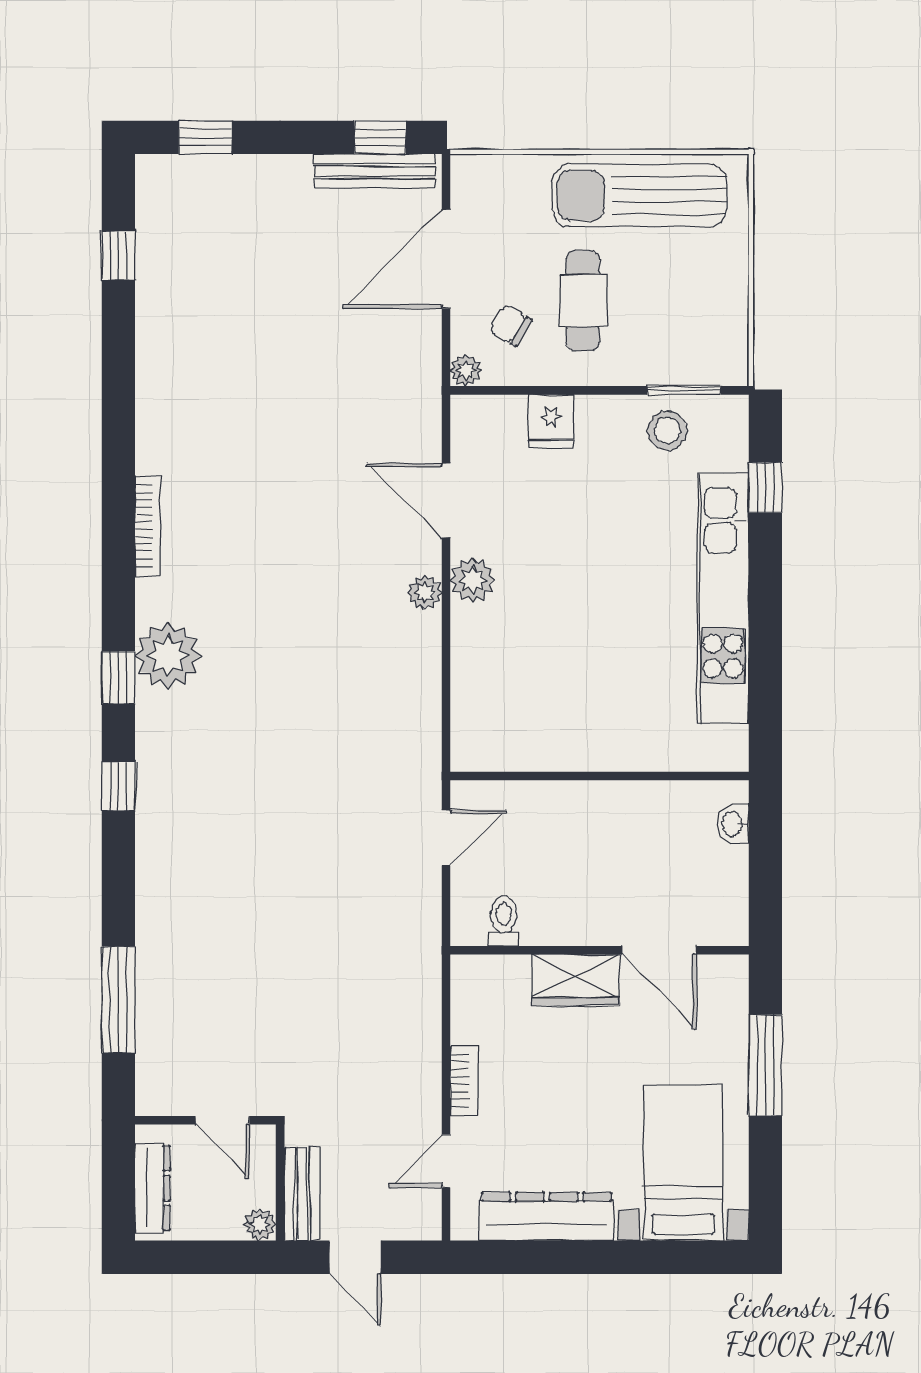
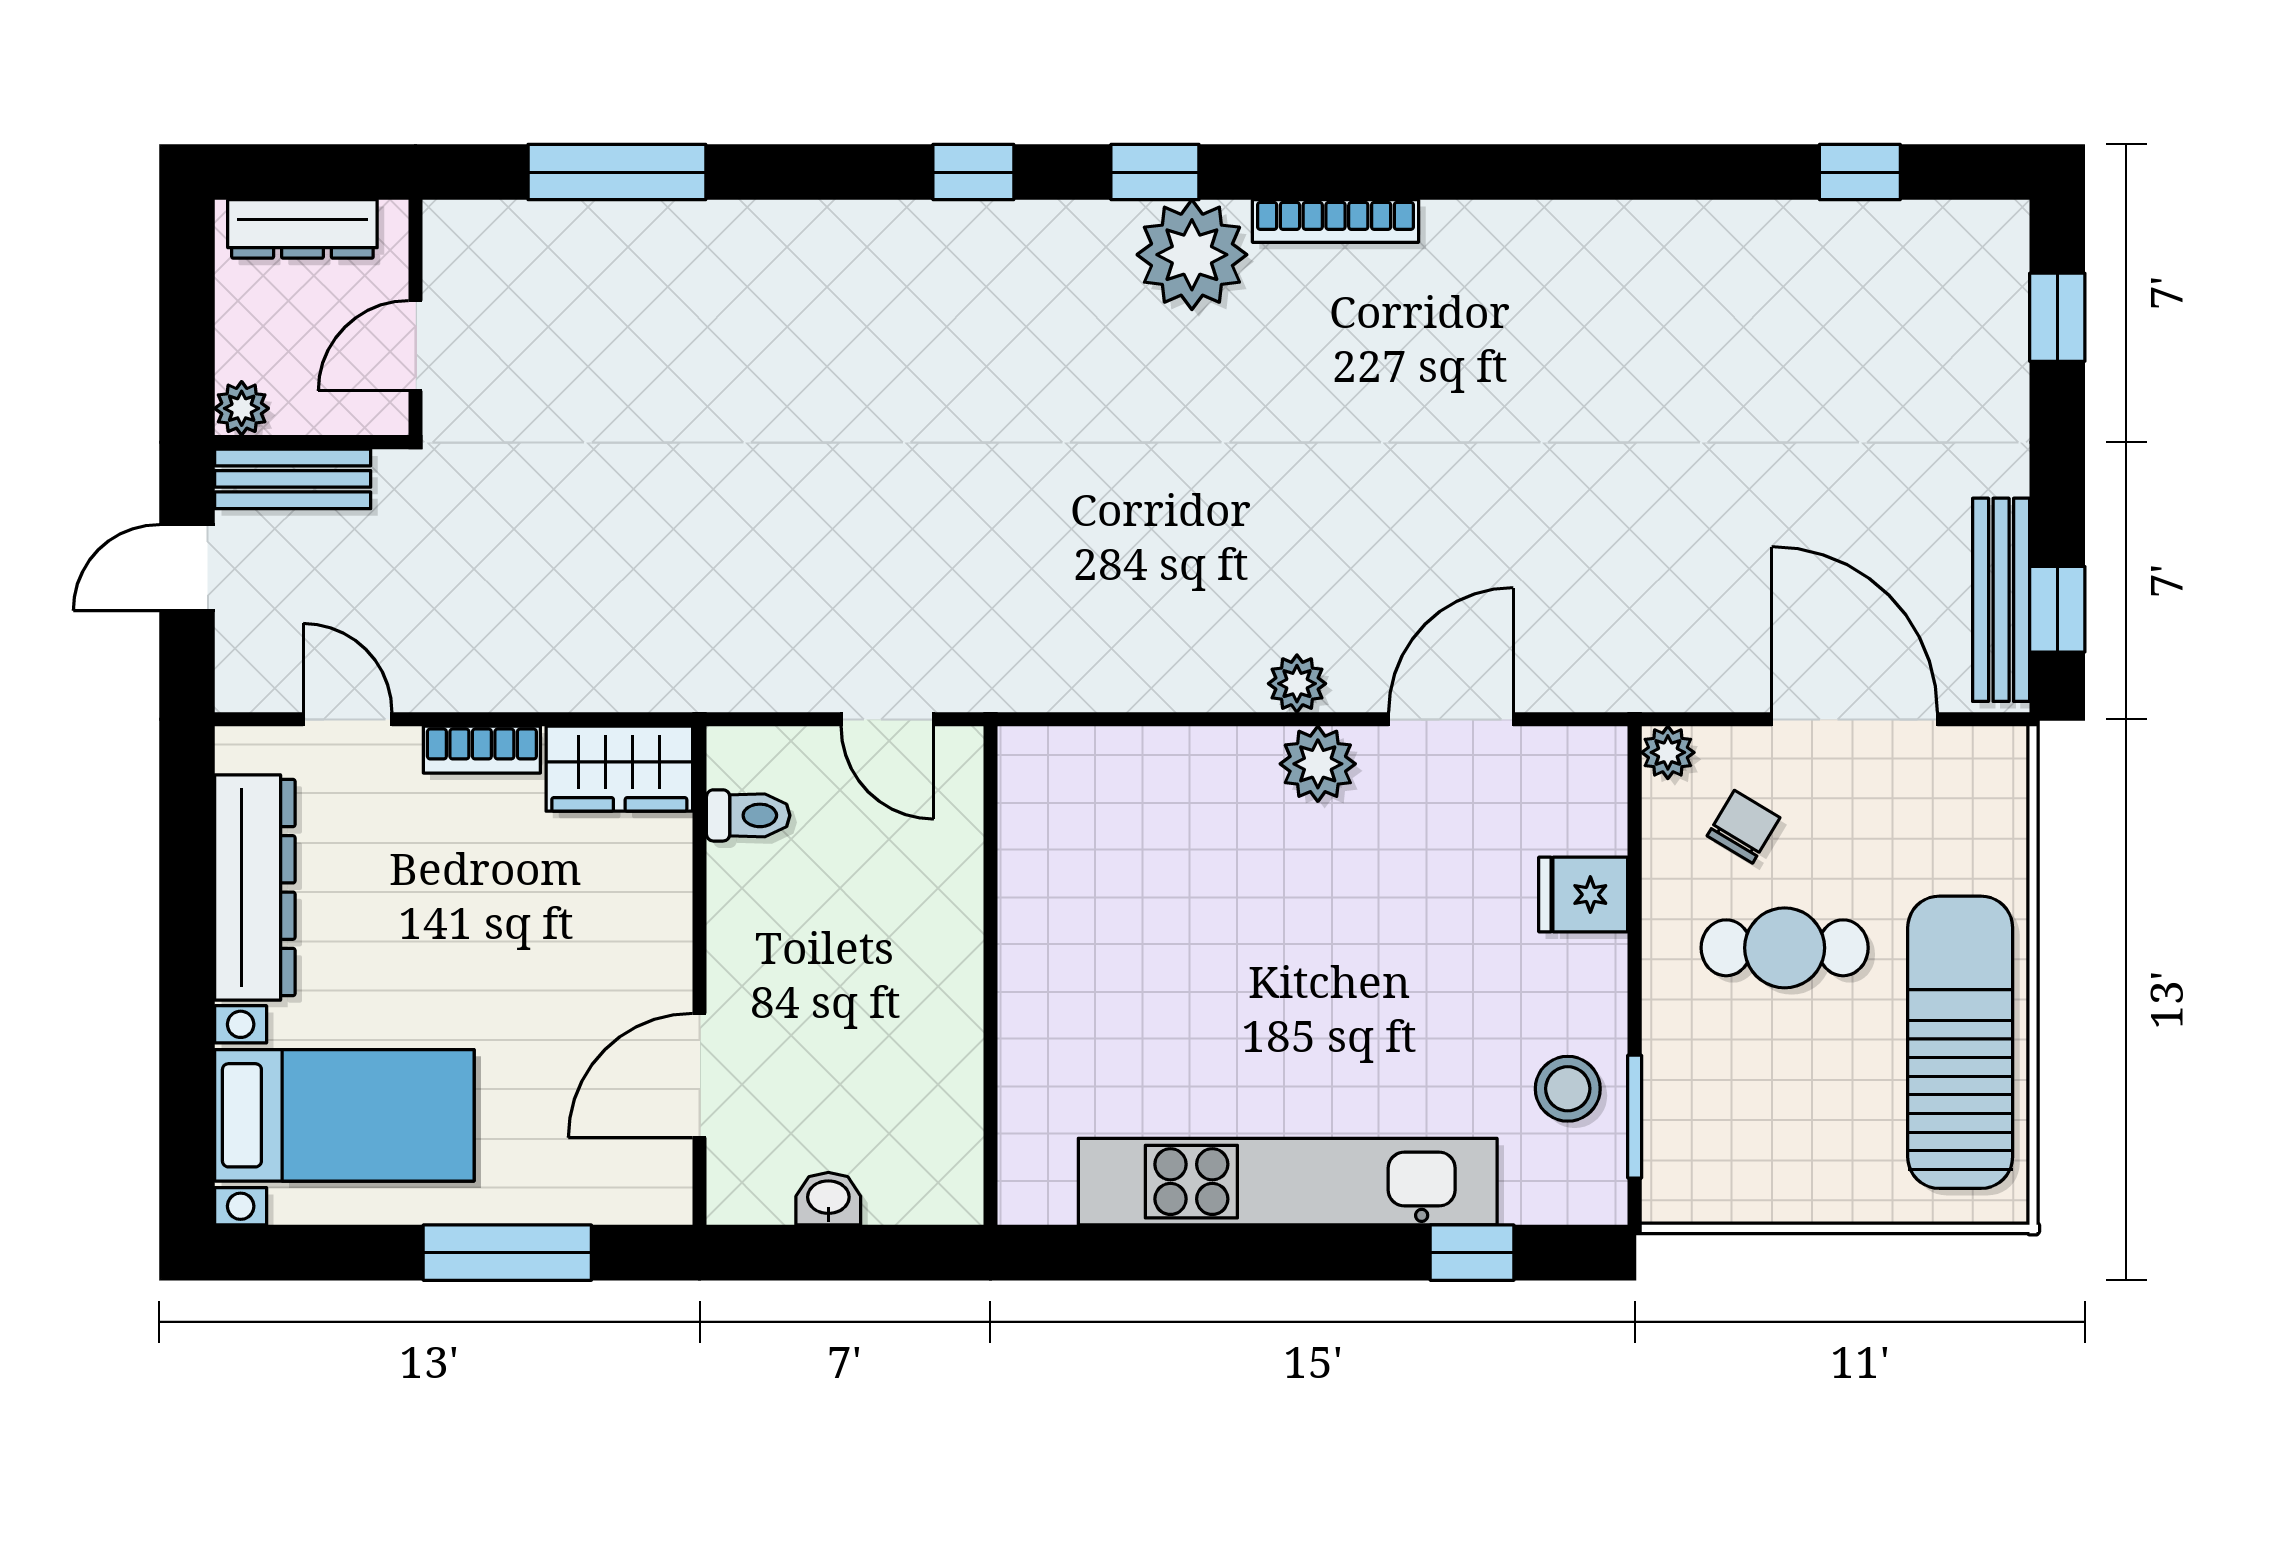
bookcase: (148, 526) -> (1336, 221), moved
washbasin: (733, 824) -> (828, 1199), moved
wardrobe: (575, 980) -> (619, 769), moved, turned -90

